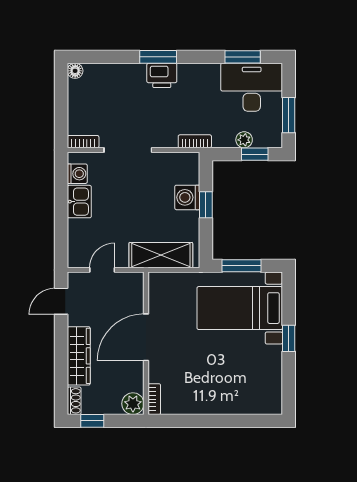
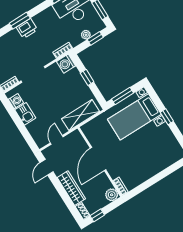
washing machine: (187, 197) -> (66, 64), moved

